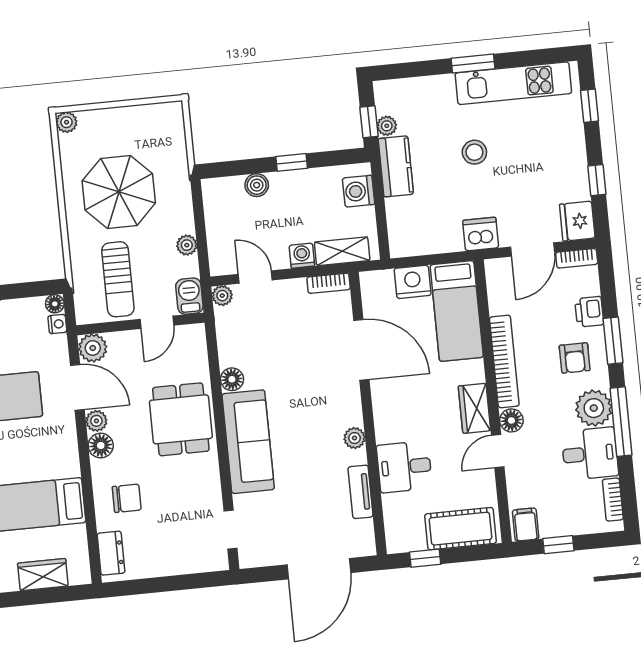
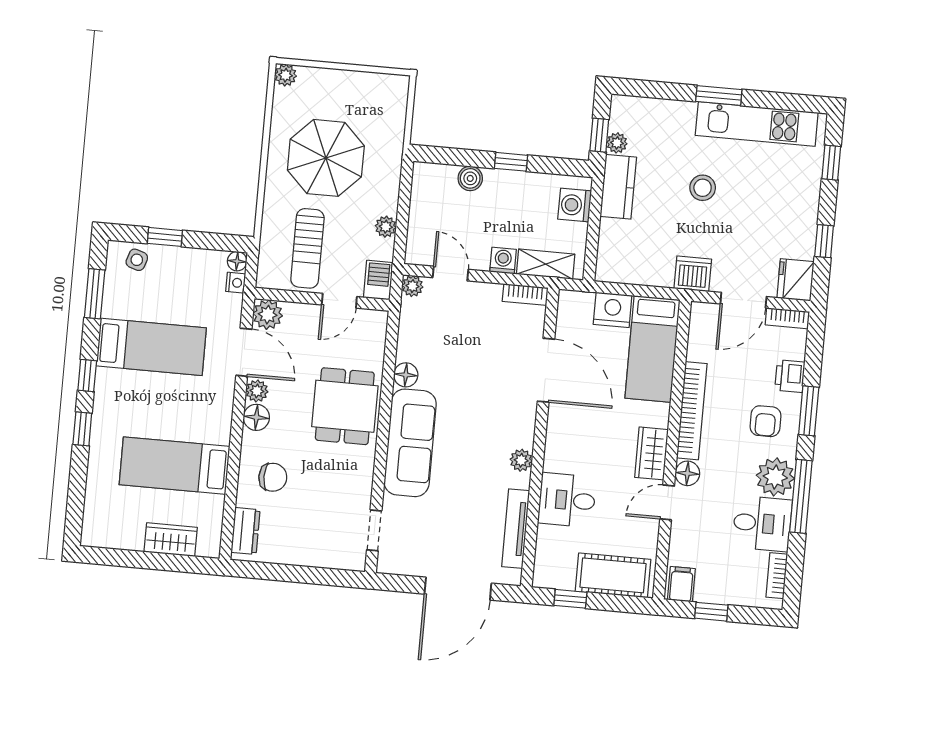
tv unit: (361, 492) -> (516, 529), width x1.41

